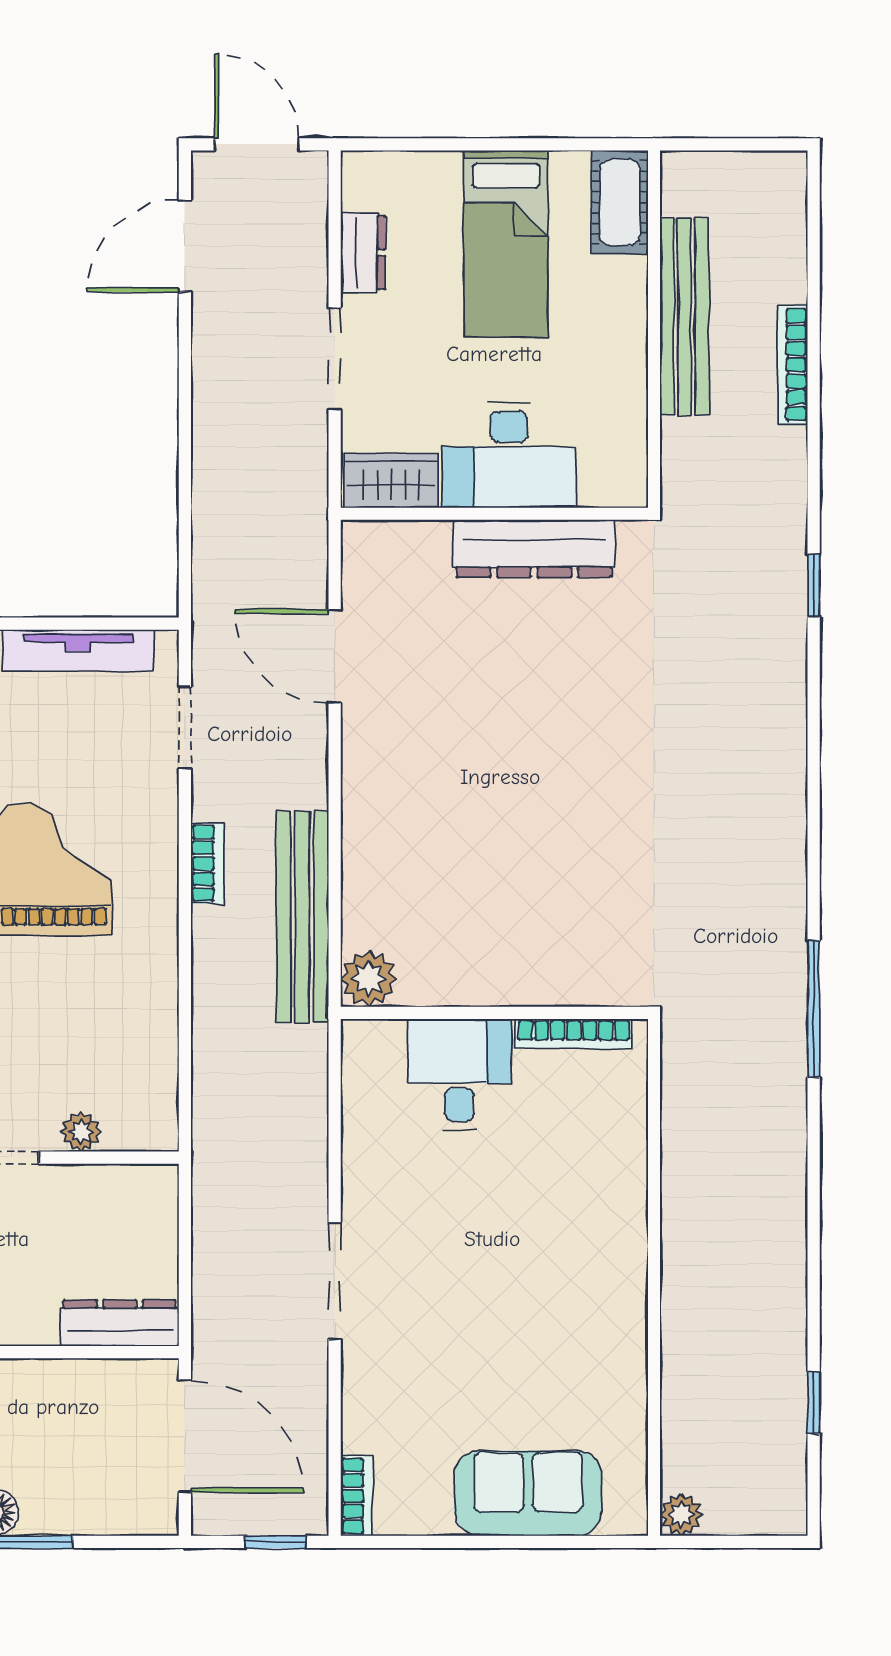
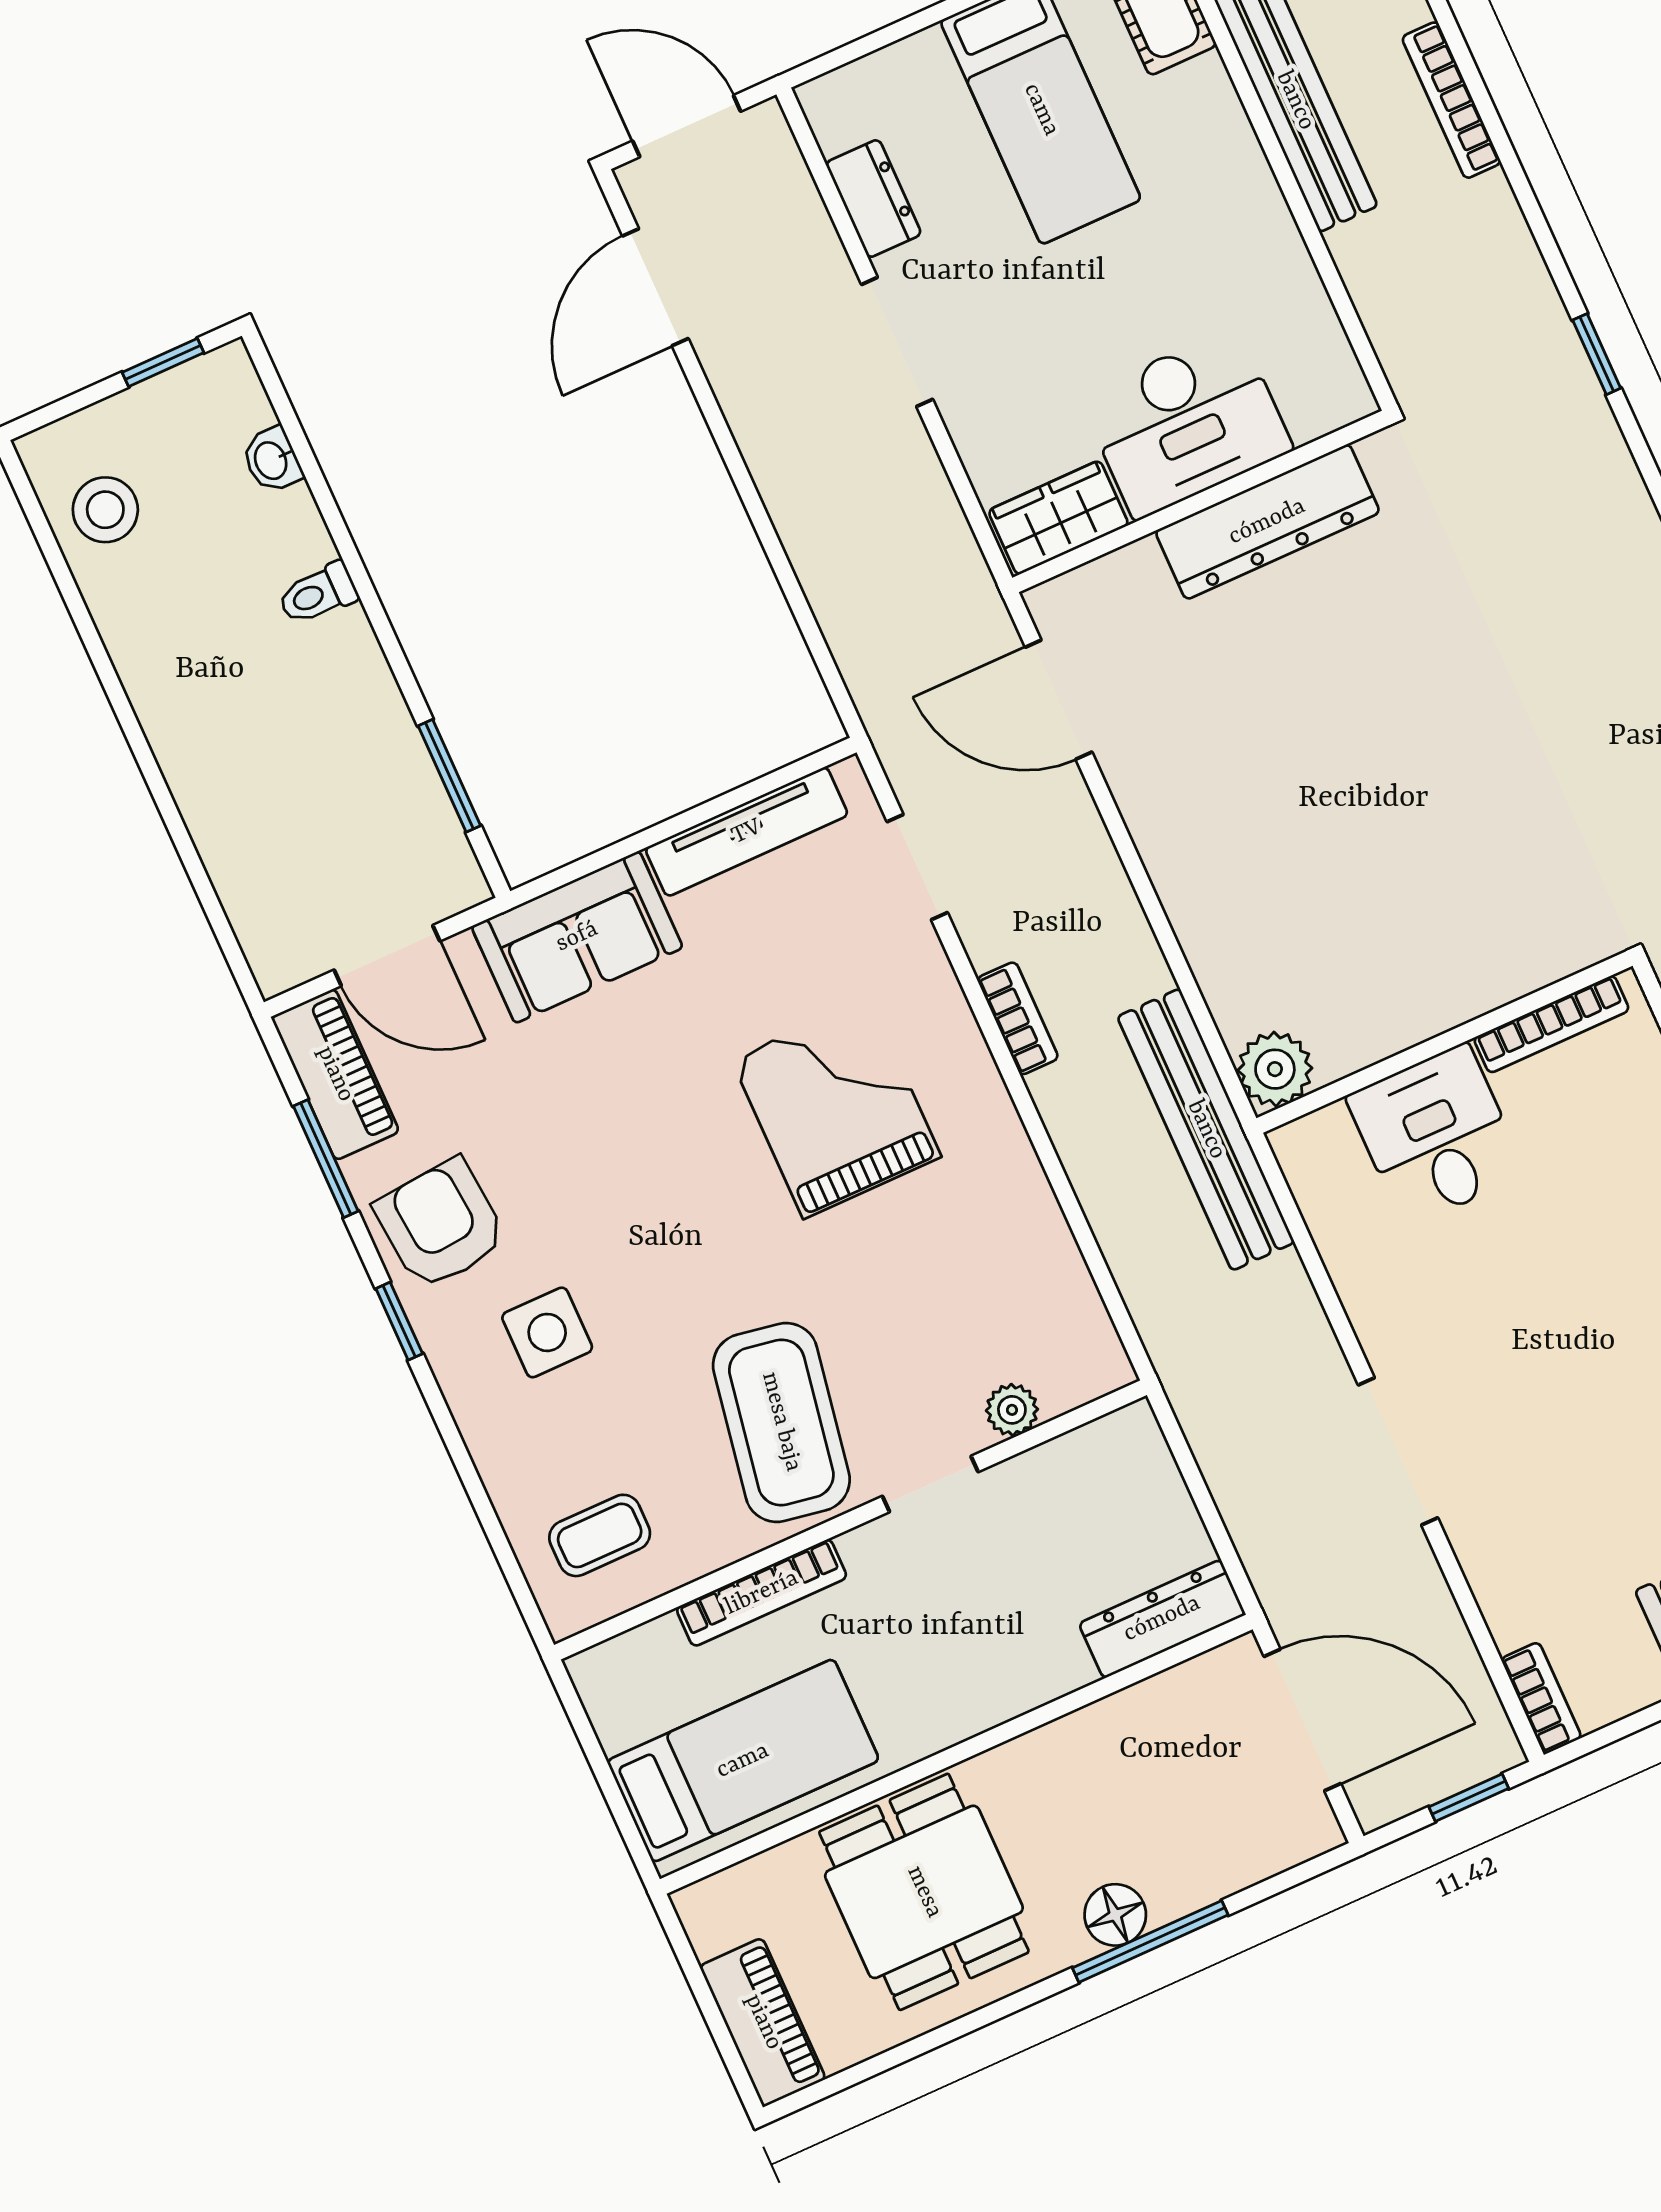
desk: (509, 455) -> (1186, 423), moved
wardrobe: (391, 481) -> (1058, 518), moved
wall: (494, 514) -> (1200, 501), moved
dresser: (534, 549) -> (1267, 522), moved
bench: (302, 917) -> (1206, 1130), moved

